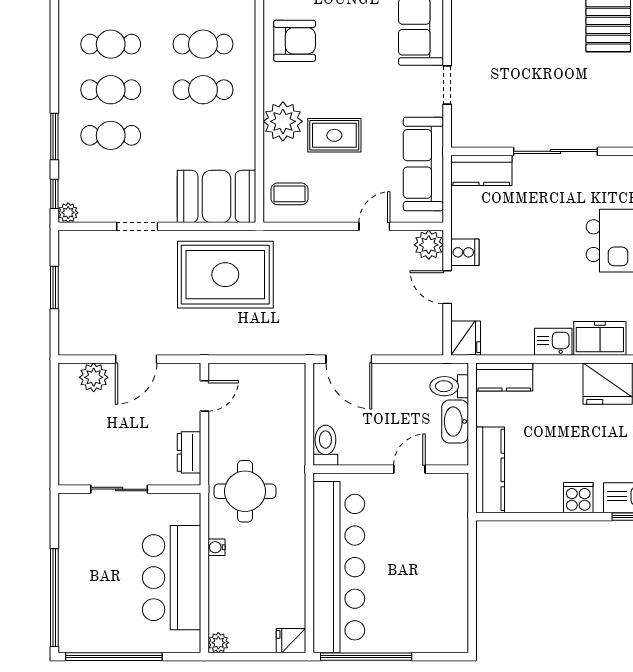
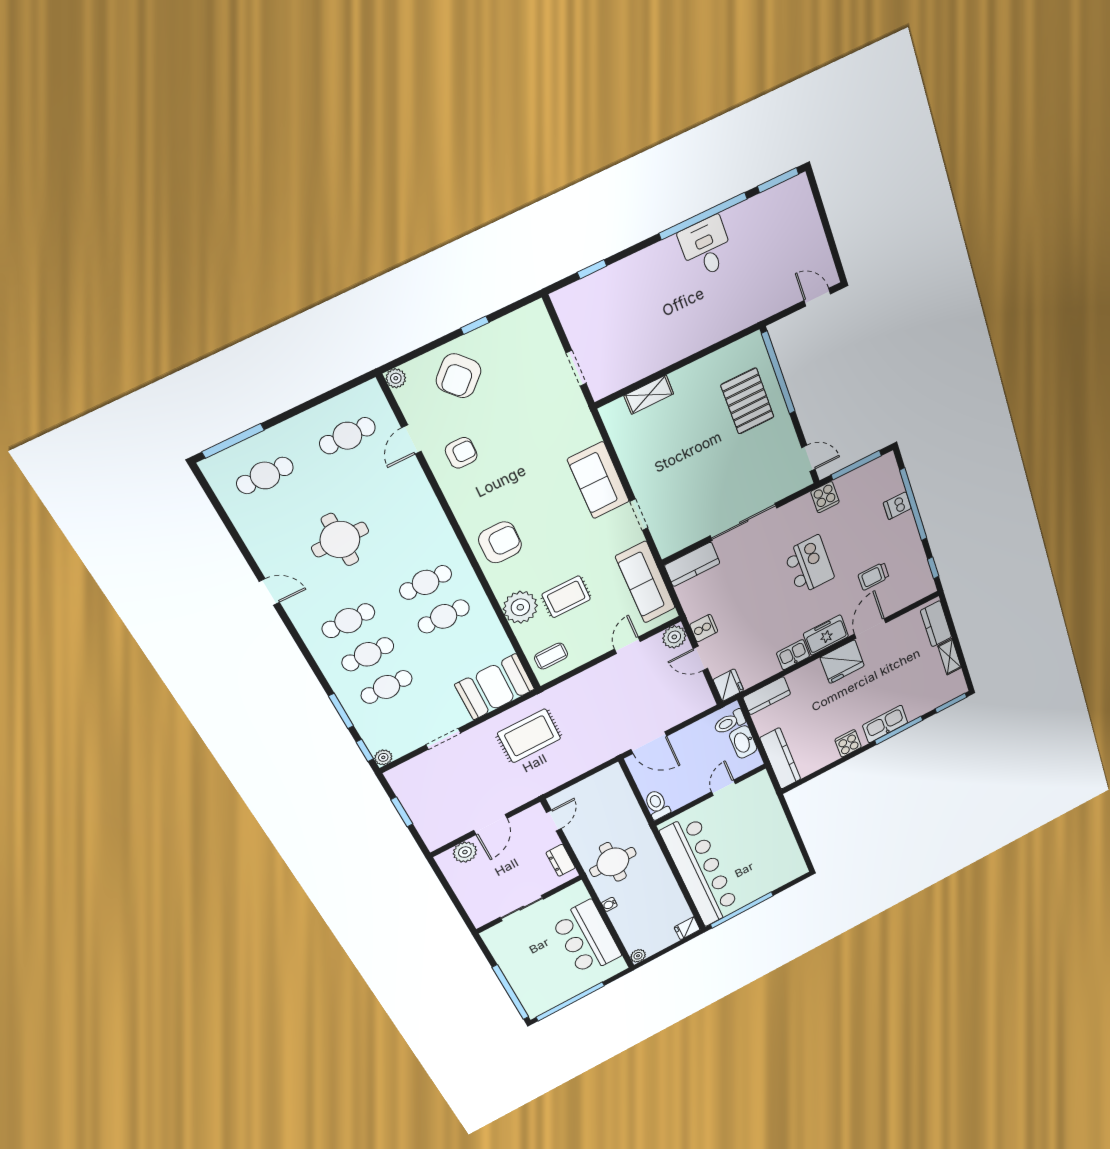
rug: (225, 275) -> (529, 736), width x0.73, depth x0.69

